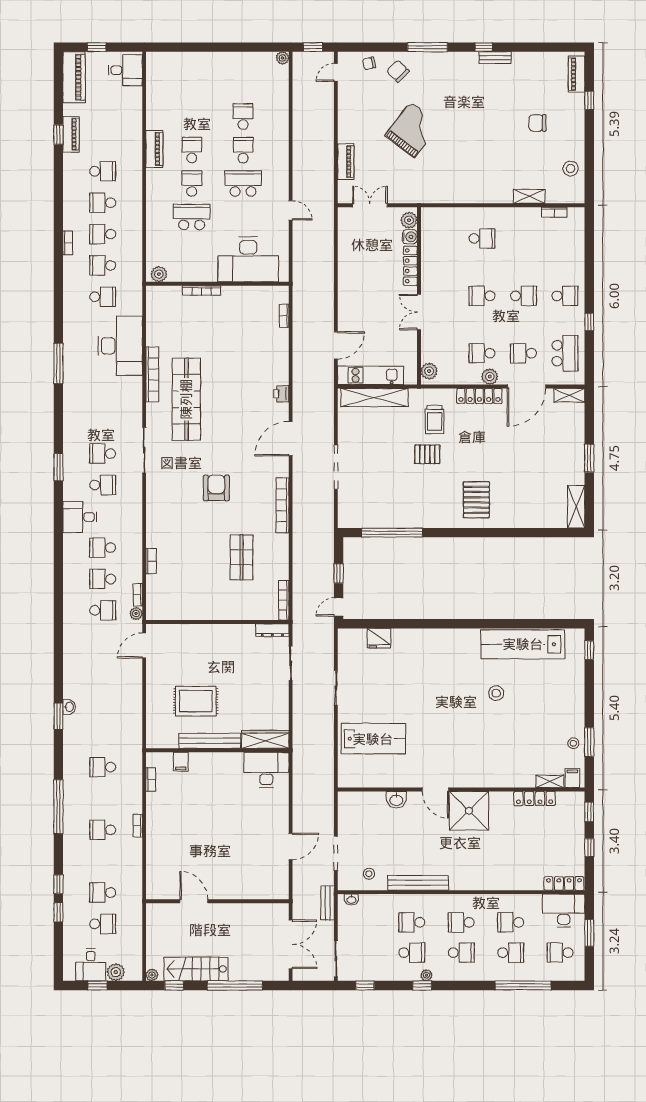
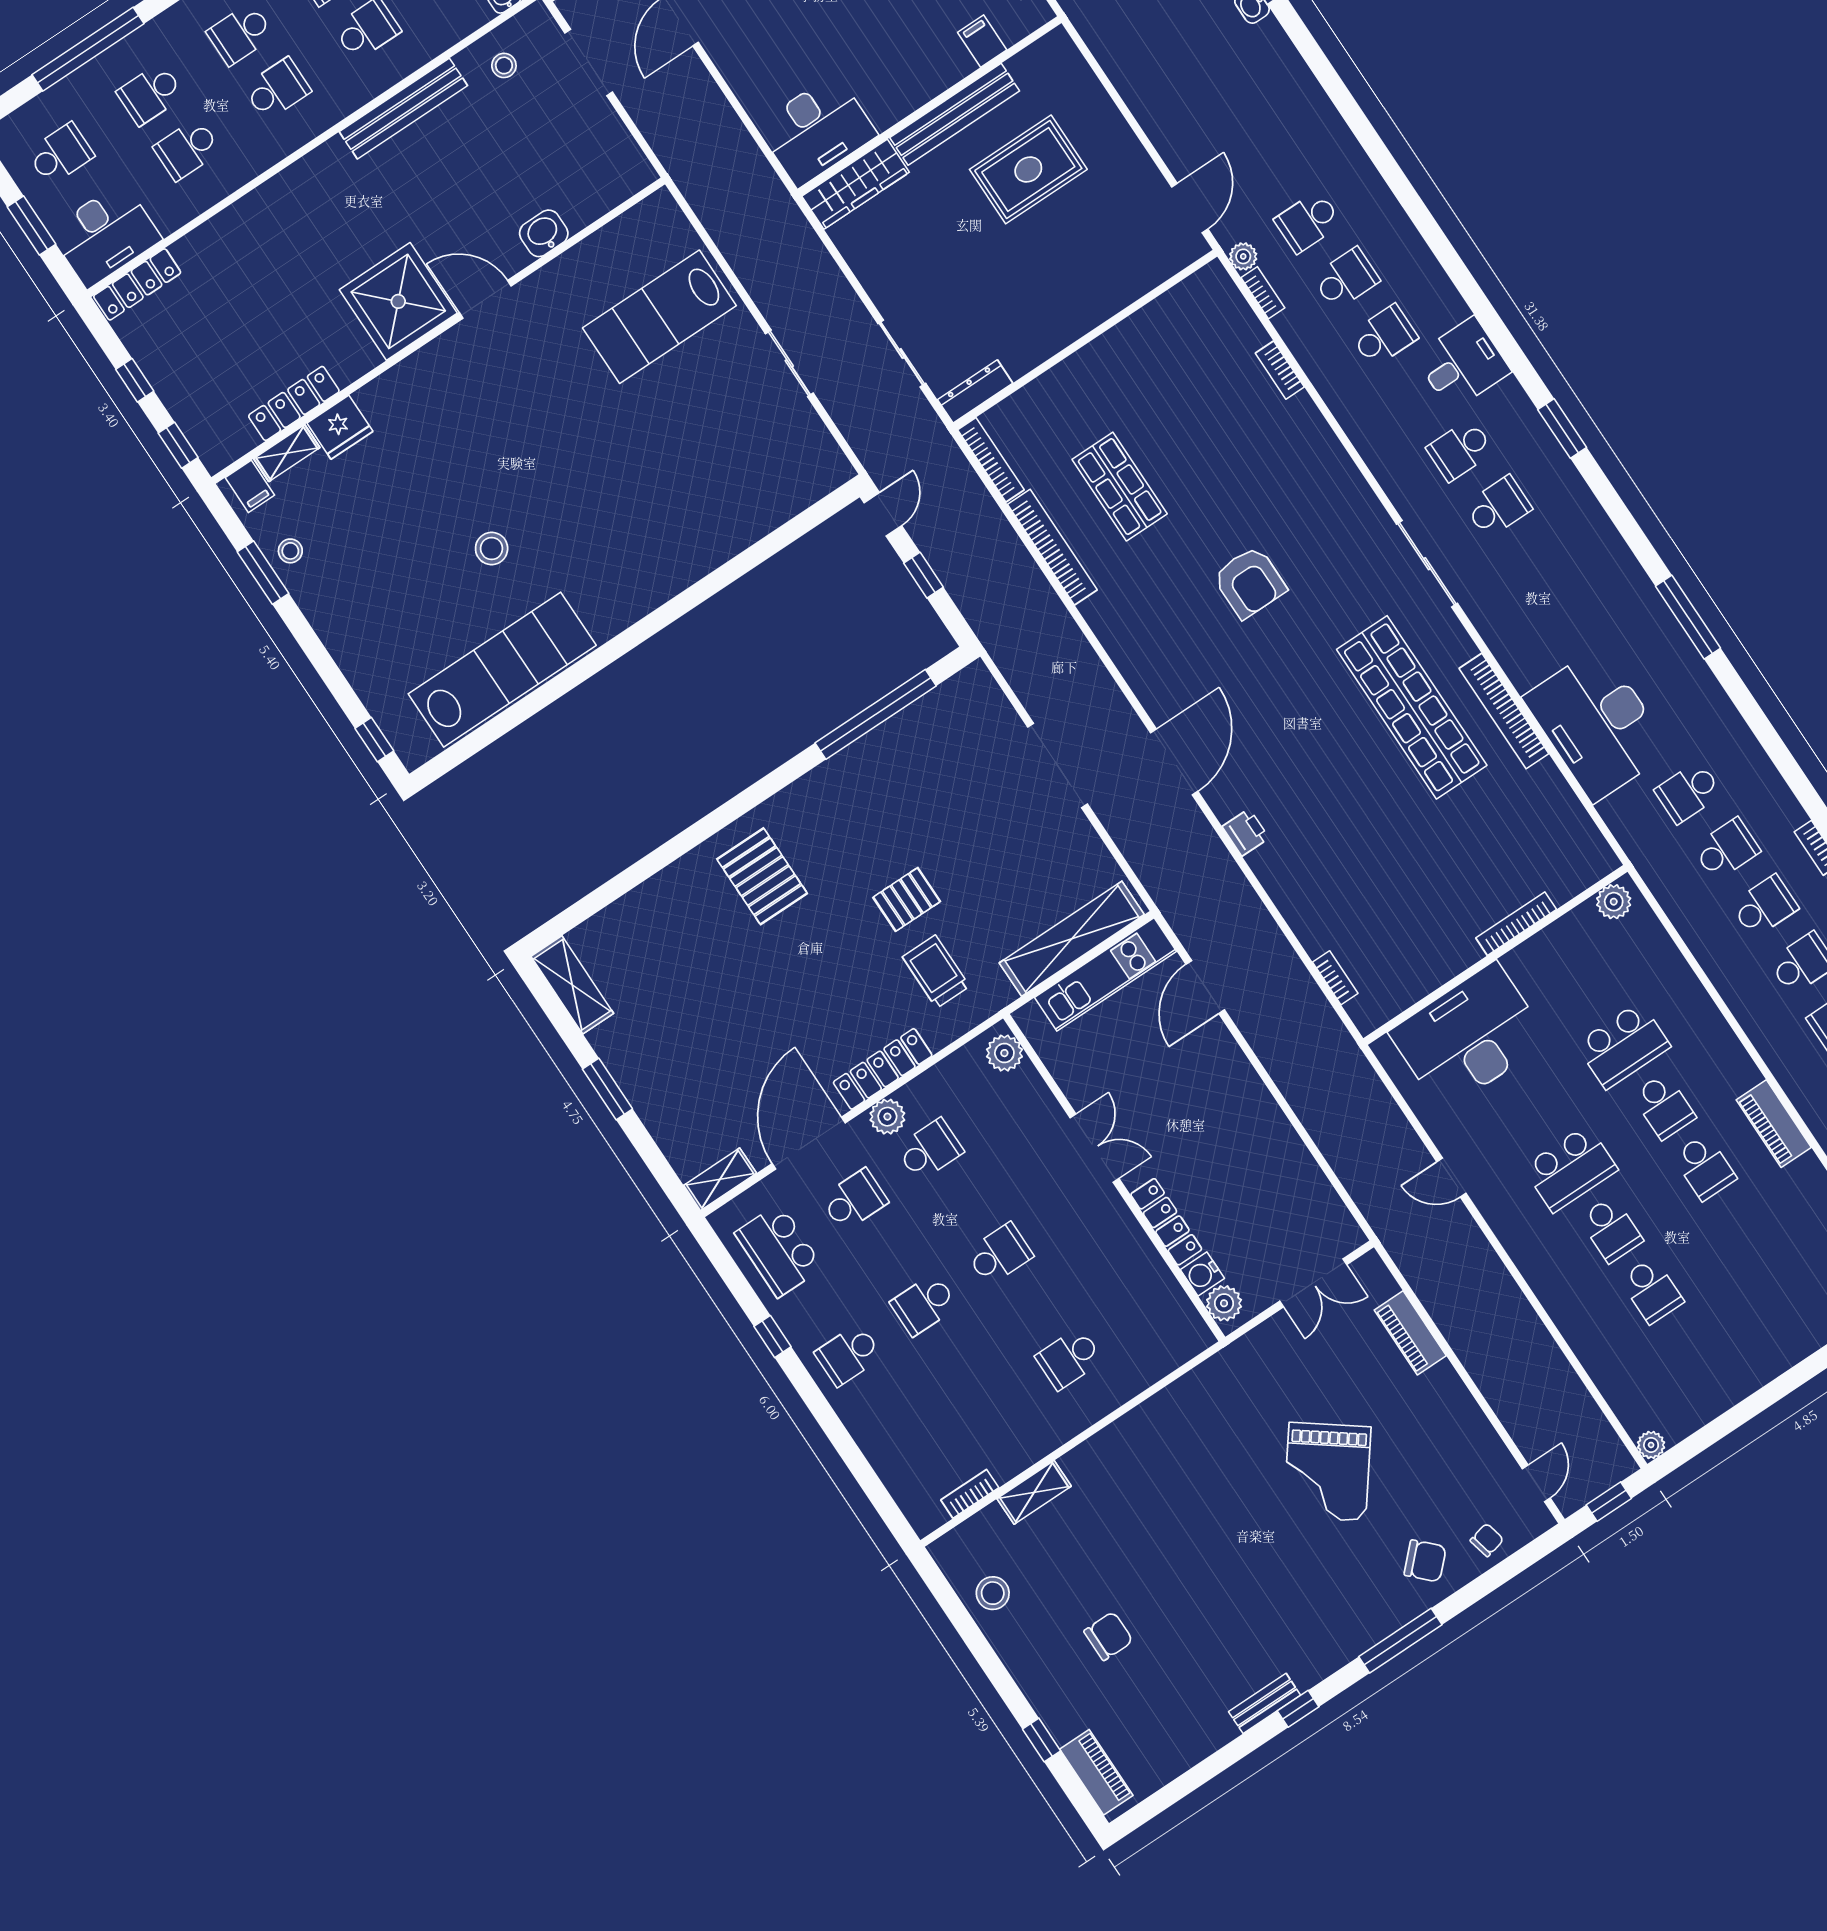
bookcase: (283, 505) -> (1052, 547), moved
fridge: (379, 638) -> (340, 427), moved, turned 180
school desk: (511, 922) -> (187, 149), turned 180

